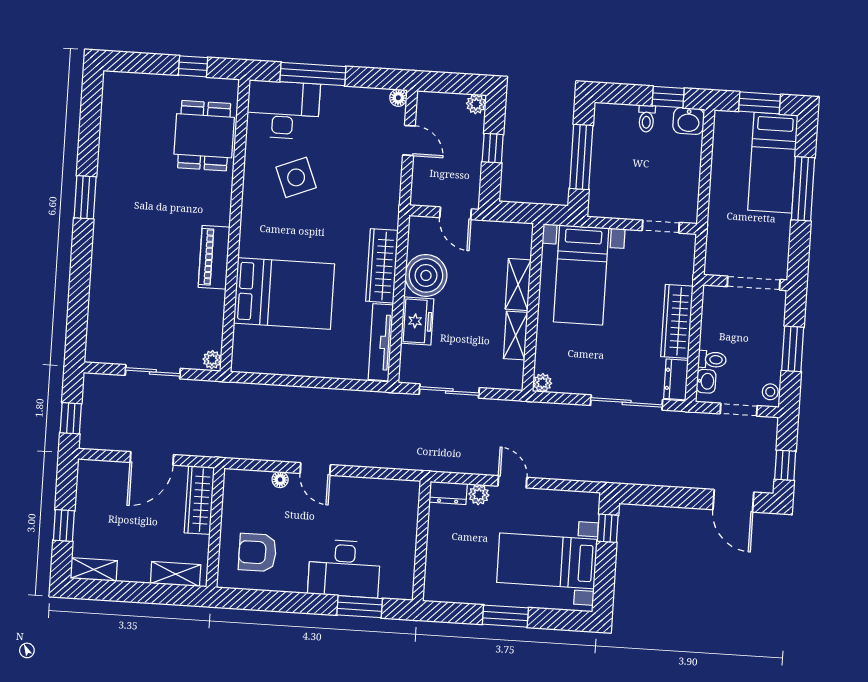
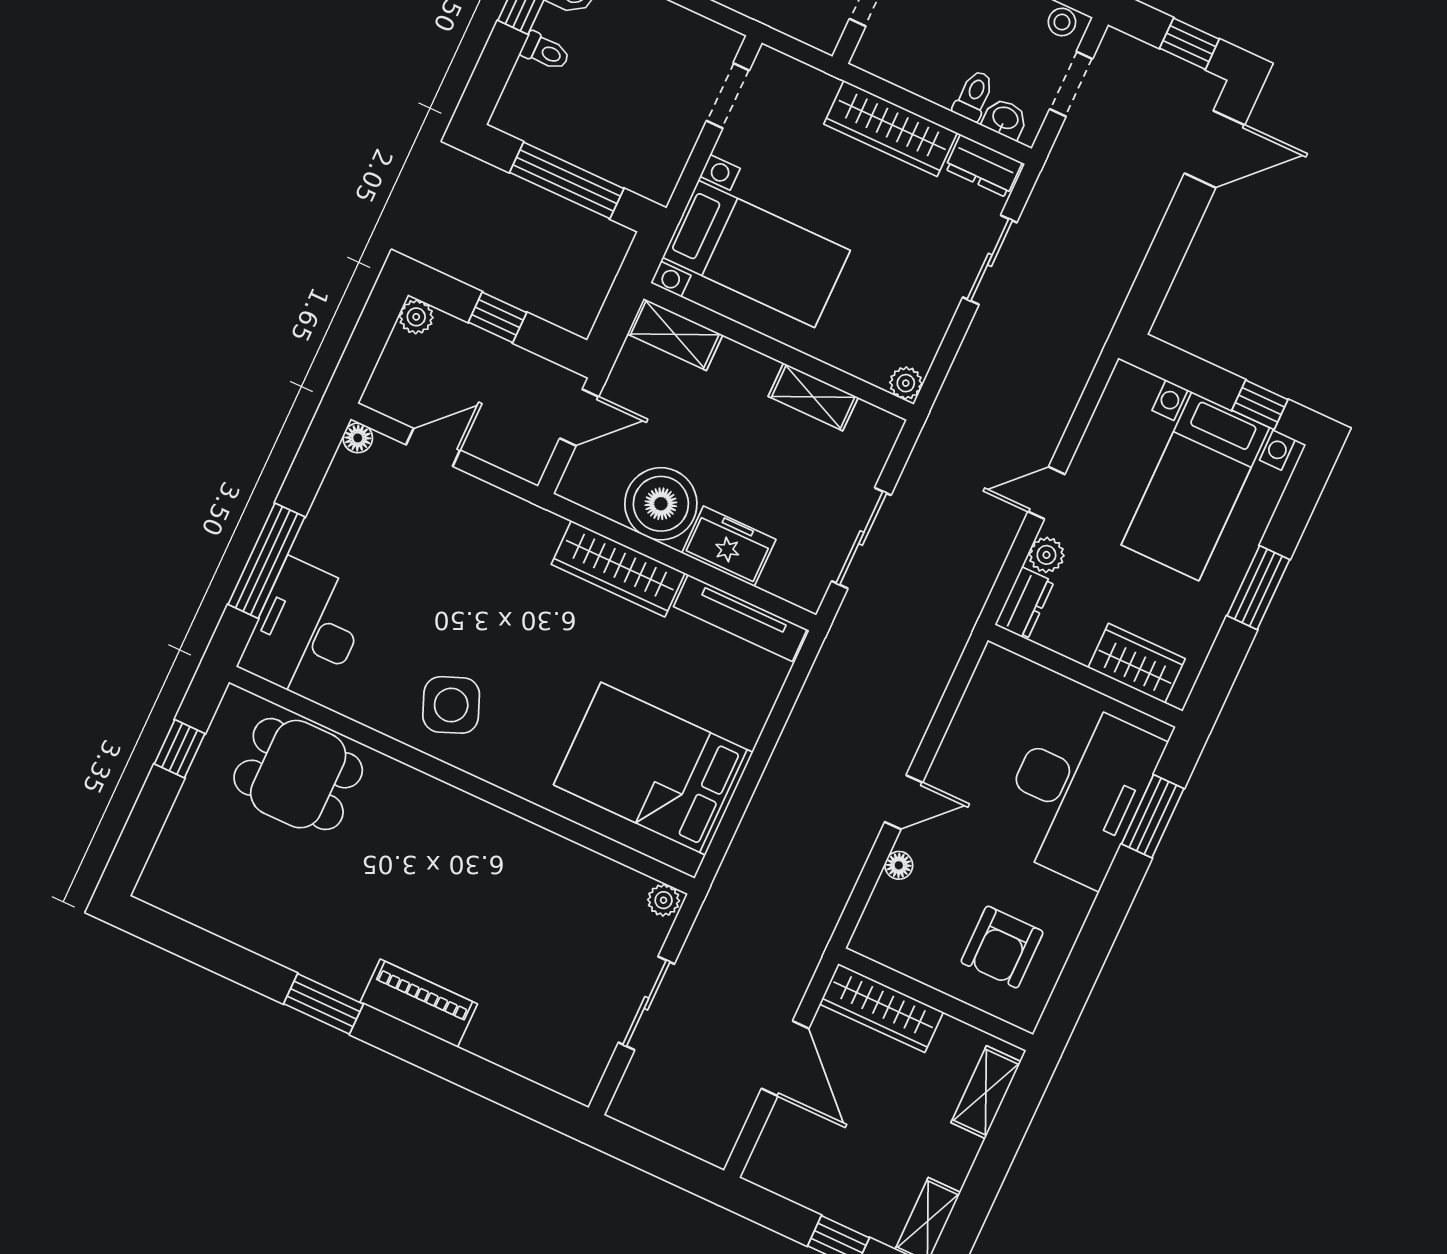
side table: (296, 177) -> (451, 705), moved
piano: (214, 257) -> (419, 1003), moved, turned 180
shelving: (518, 284) -> (675, 334), moved
bed: (284, 294) -> (653, 769), moved, turned -90
sliding door: (627, 402) -> (990, 260), width x0.73
window: (71, 418) -> (670, 1164), removed
window: (608, 528) -> (1260, 405), moved
wardrobe: (439, 566) -> (1137, 663), added
desk: (344, 568) -> (1078, 791), width x1.36, depth x1.30

